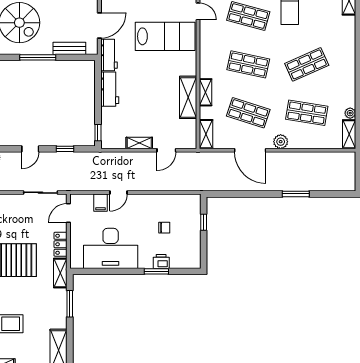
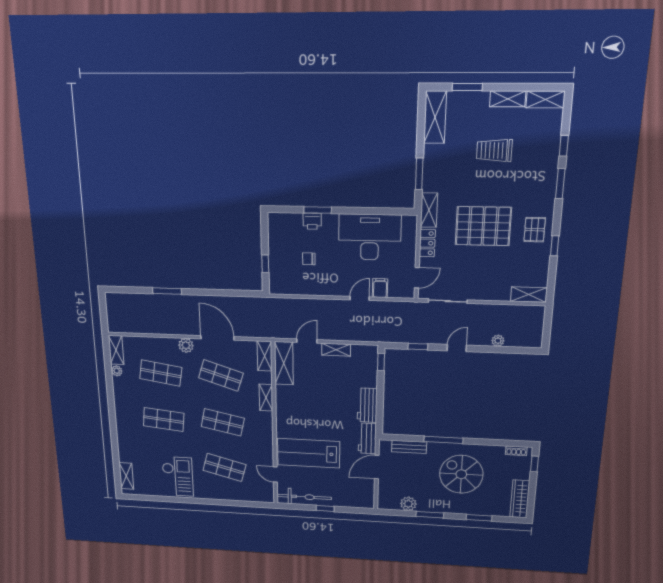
shop shelf: (307, 64) -> (164, 419), turned 30
shelving: (188, 97) -> (284, 363), moved

